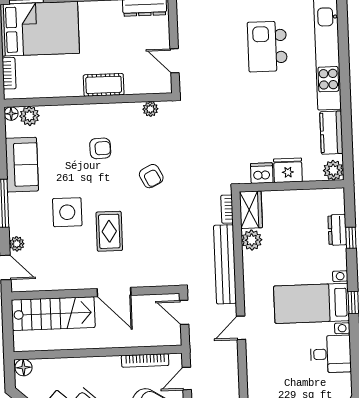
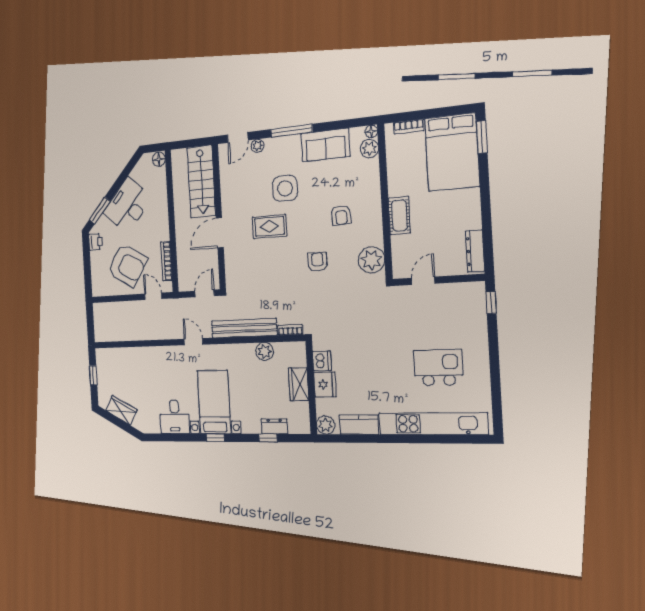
plant: (150, 109) -> (371, 260), width x1.87, depth x1.87
armchair: (151, 176) -> (317, 262), turned 117
wardrobe: (251, 210) -> (299, 384), moved, turned 90

